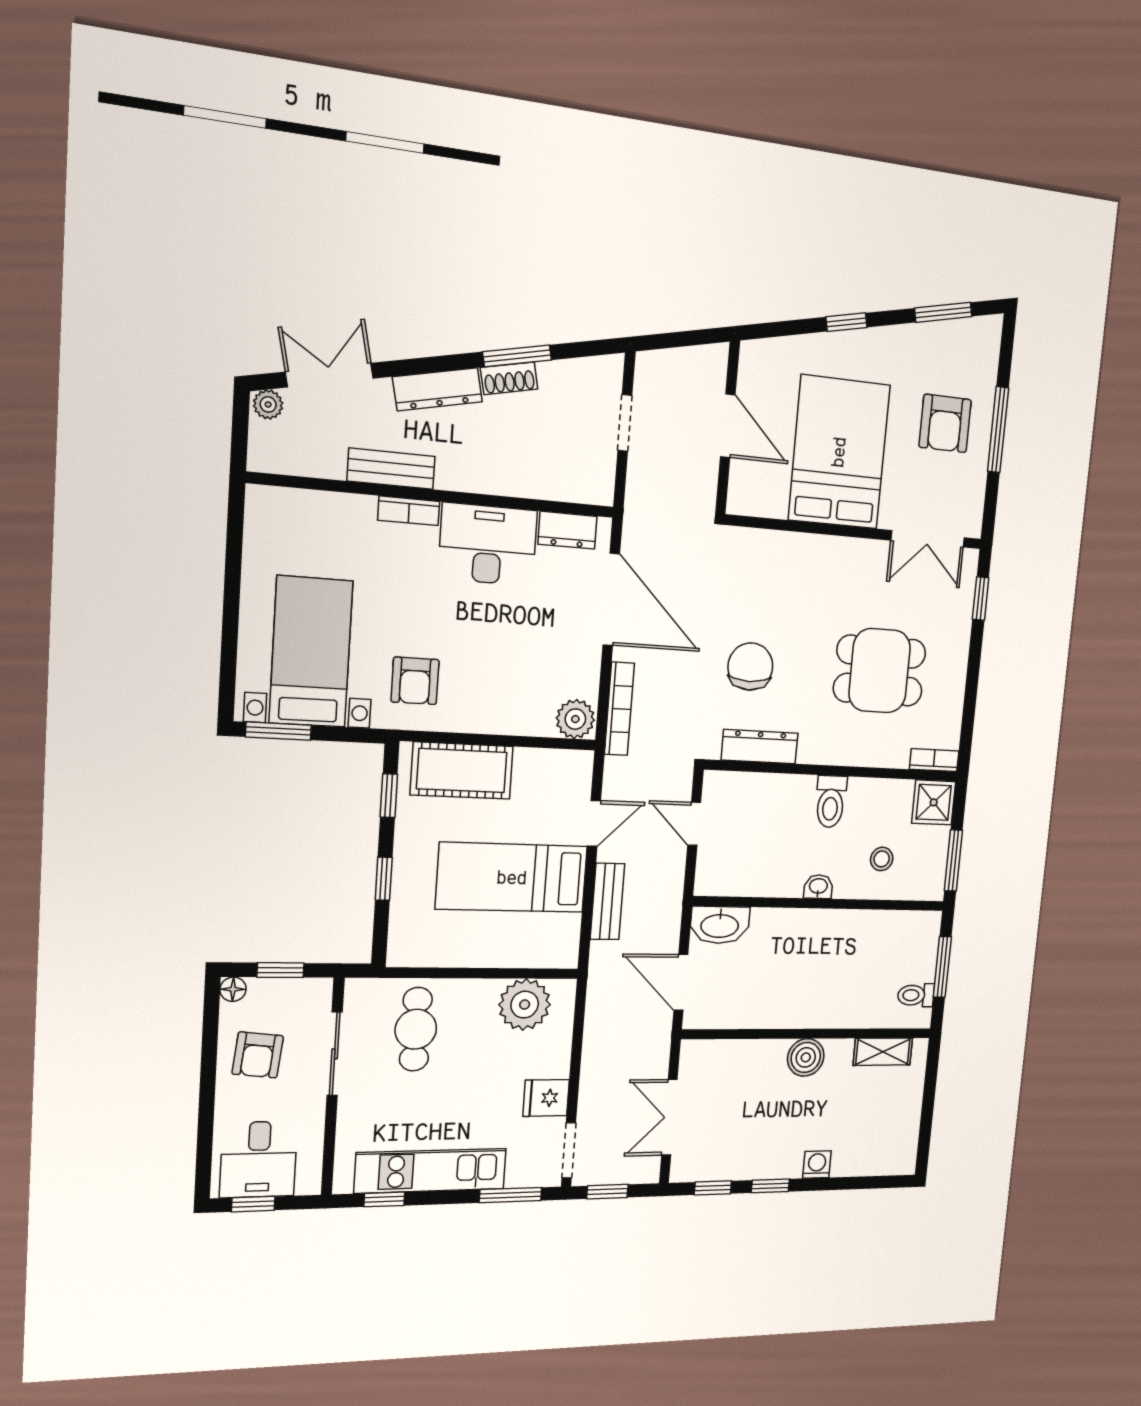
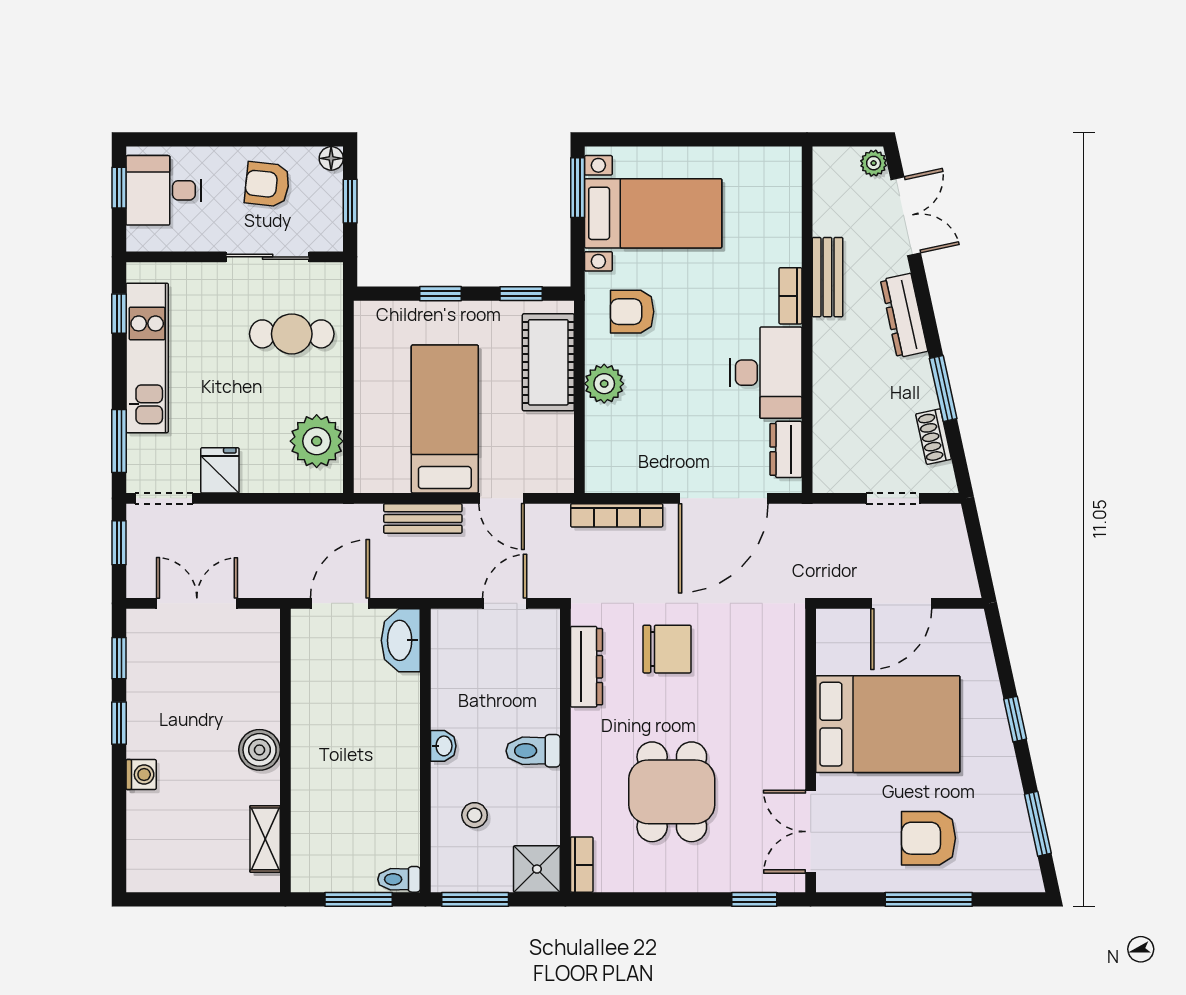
shoe rack: (509, 378) -> (934, 437), moved
plant: (575, 719) -> (604, 384), moved
toilet: (916, 995) -> (399, 879), moved, turned -90

